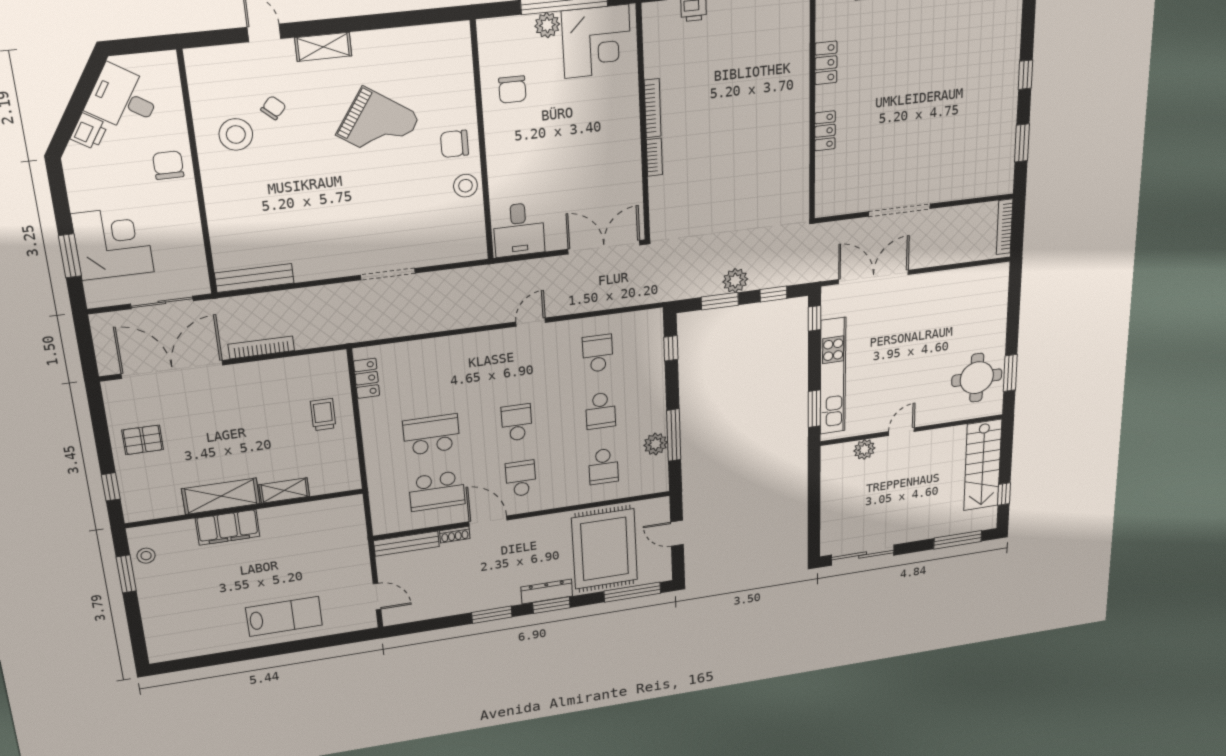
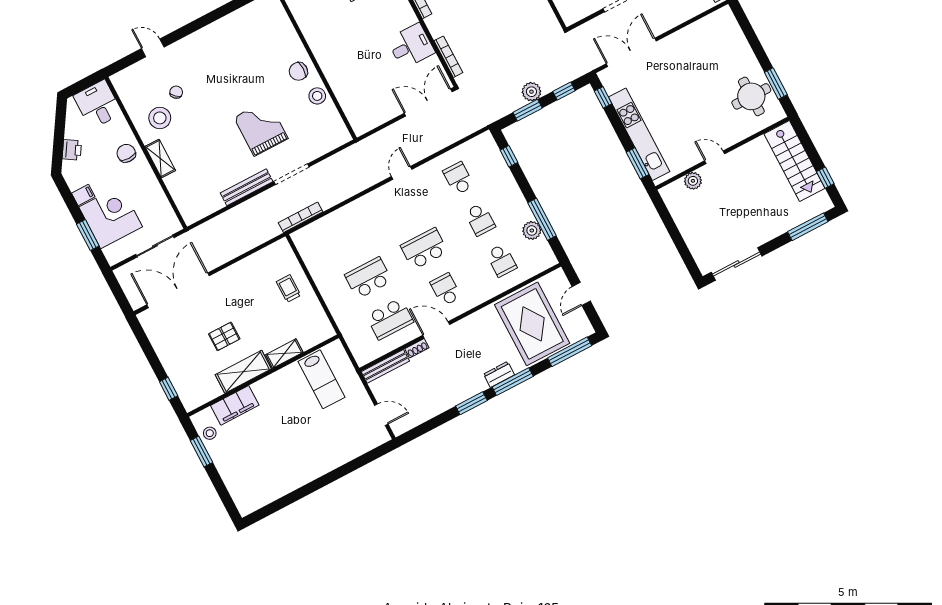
shelving: (323, 47) -> (160, 158), moved, turned 90
chair: (512, 90) -> (320, 22), removed
desk: (123, 99) -> (98, 104), moved, turned 58
grand piano: (378, 125) -> (261, 128), moved, turned -124
bookcase: (654, 157) -> (448, 57), moved, width x1.56
filing cabinet: (83, 200) -> (83, 195), added
desk: (519, 230) -> (411, 46), moved, turned -90
bench: (254, 278) -> (247, 187), moved
bookcase: (261, 347) -> (301, 217), moved
locker: (367, 378) -> (307, 252), removed
school desk: (517, 423) -> (424, 249), width x1.85
door: (901, 432) -> (715, 157), hinge flipped
pallet: (143, 440) -> (224, 336), moved
filing cabinet: (228, 527) -> (235, 405), moved
door: (677, 533) -> (581, 294), hinge flipped
dresser: (547, 592) -> (499, 374), width x0.70
window: (551, 605) -> (513, 382), width x1.44
lab bench: (284, 616) -> (321, 379), moved, turned 90

